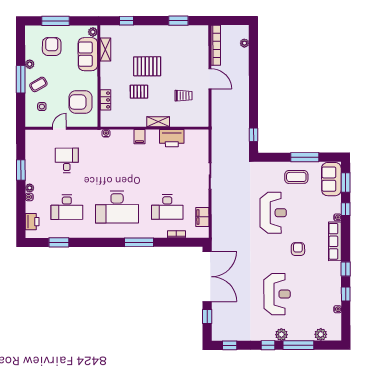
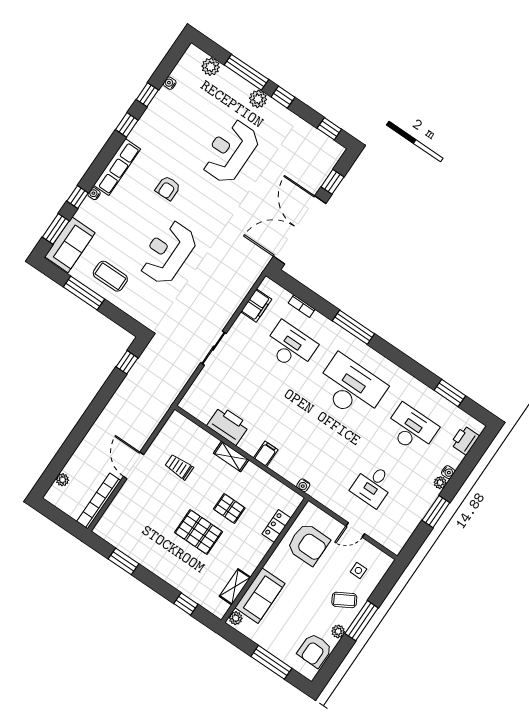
armchair: (52, 46) -> (315, 650), moved

